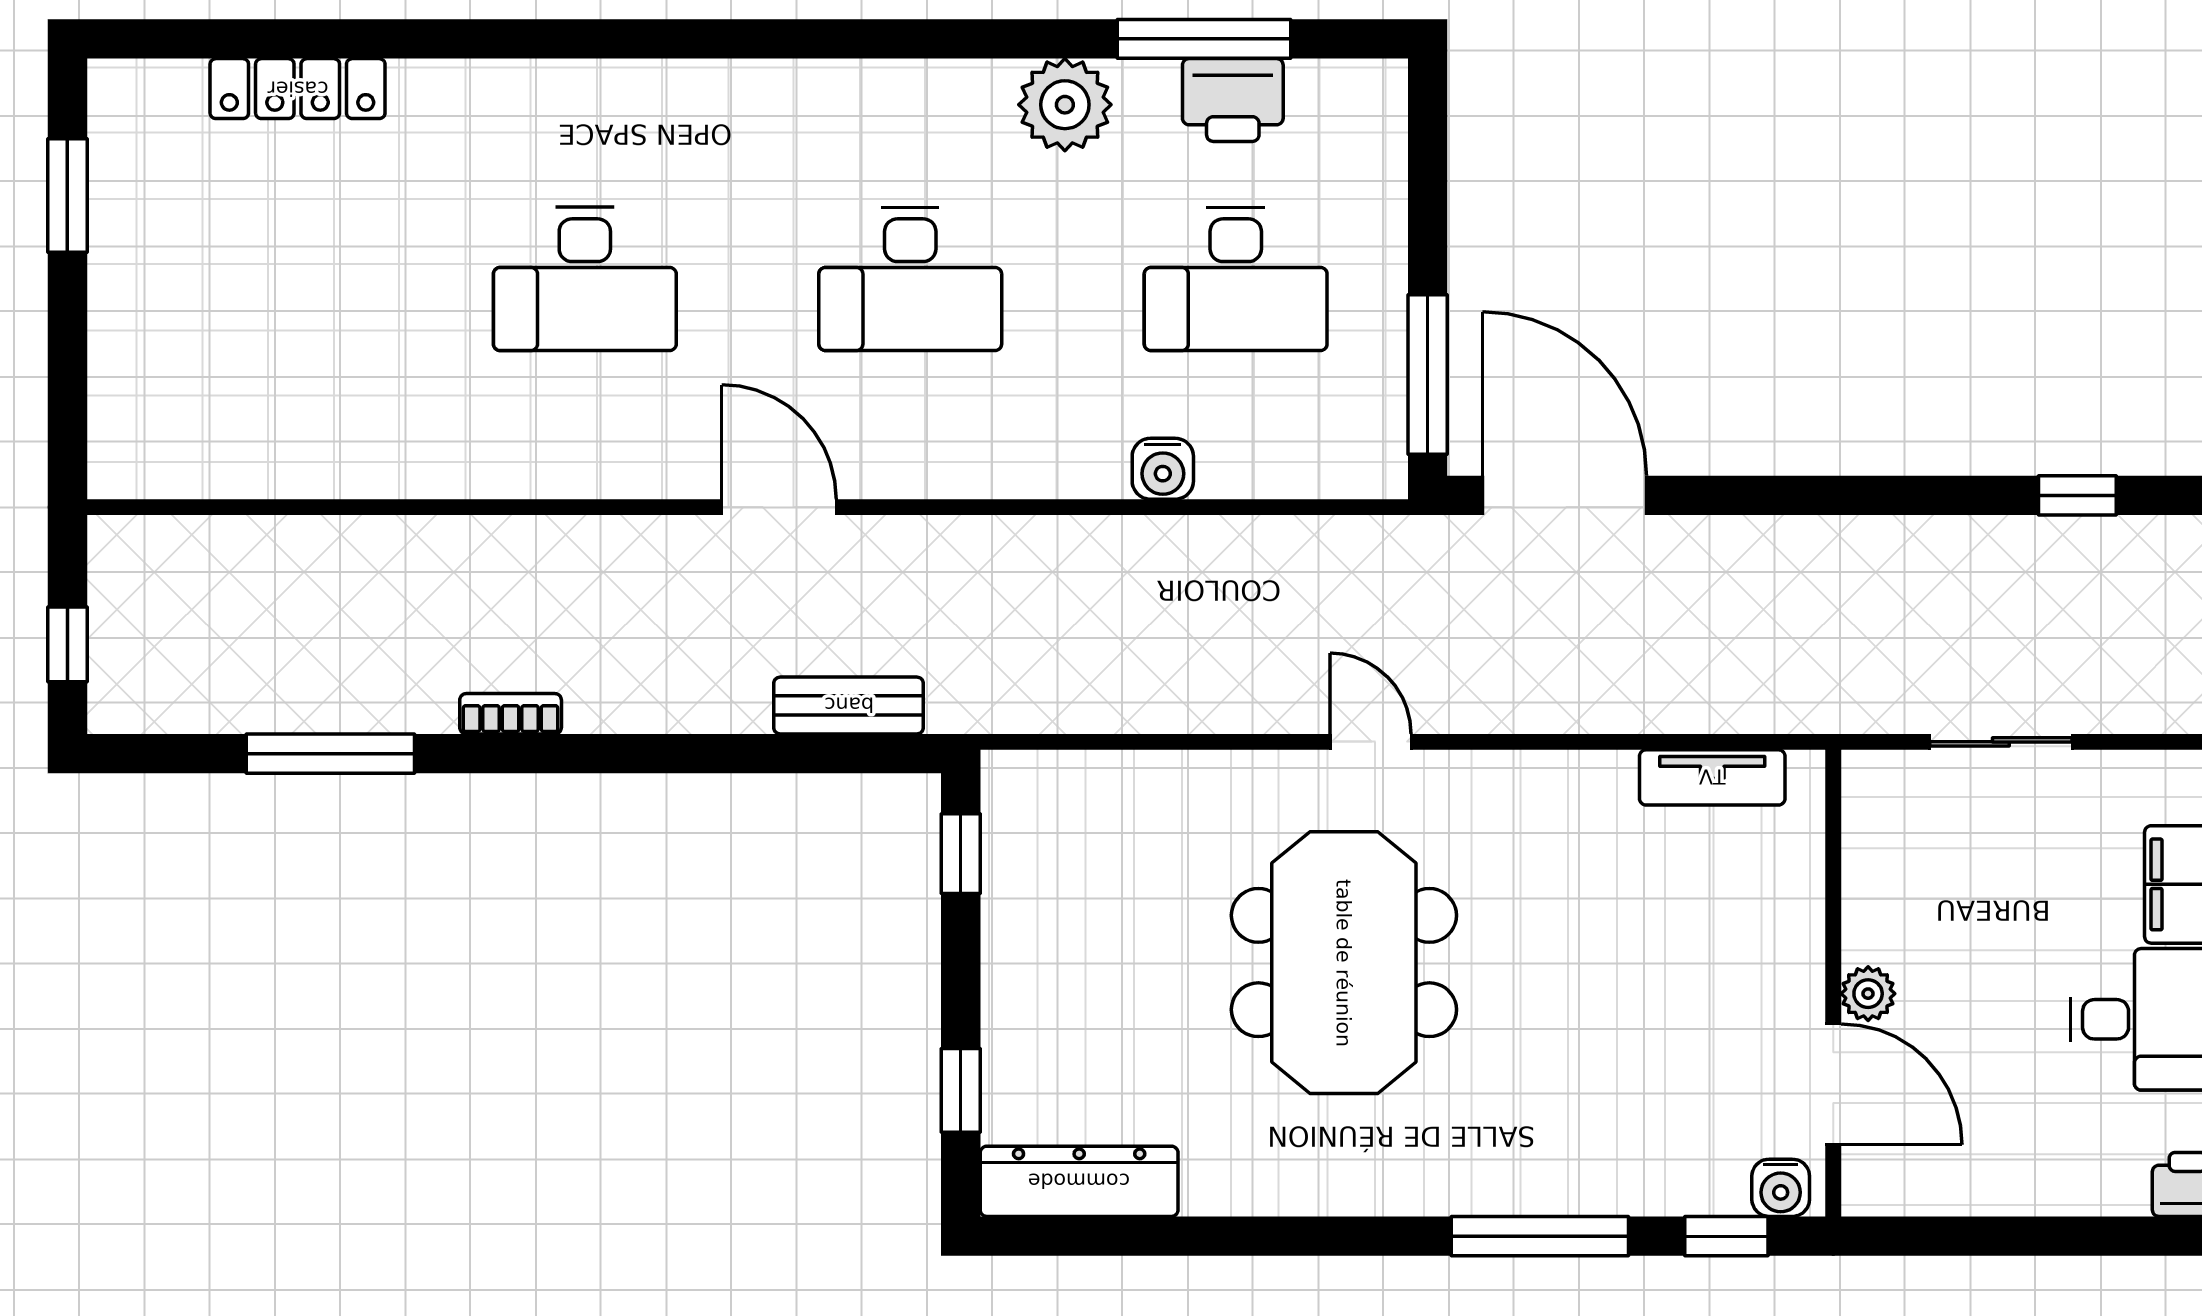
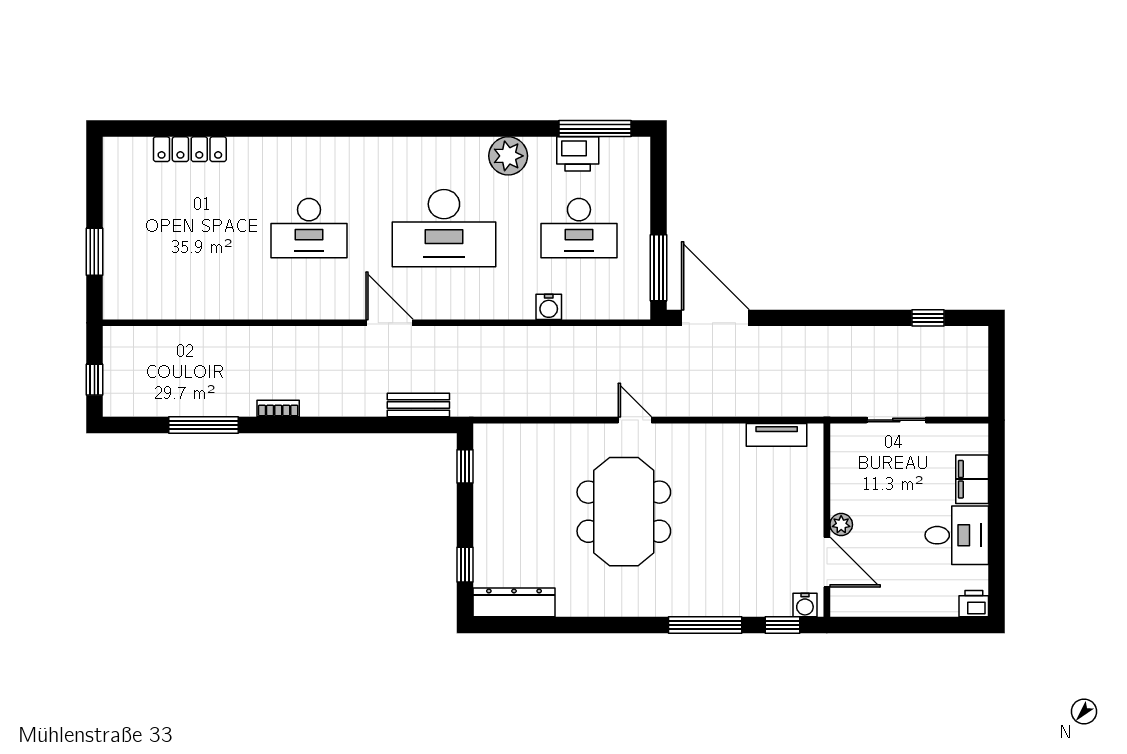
window: (1204, 39) -> (595, 129), moved
window: (67, 196) -> (94, 252), moved
desk: (910, 279) -> (444, 228), width x1.36, depth x1.30

